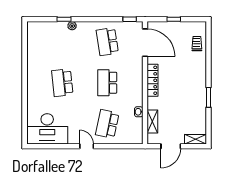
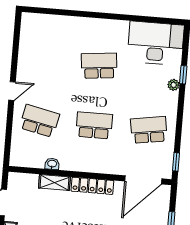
shelving: (152, 121) -> (54, 182), moved
desk: (47, 129) -> (156, 43), moved, turned 90

